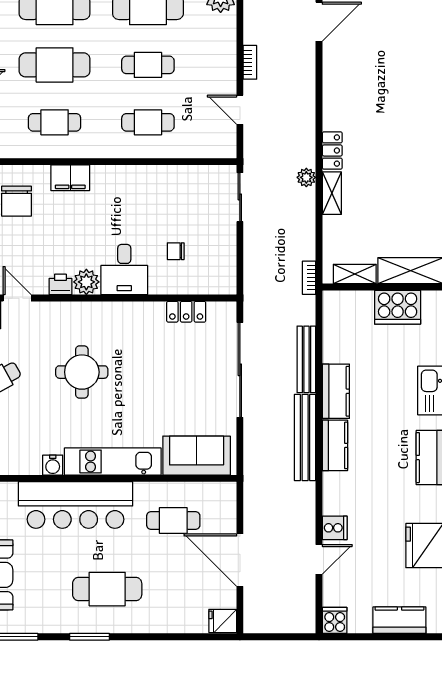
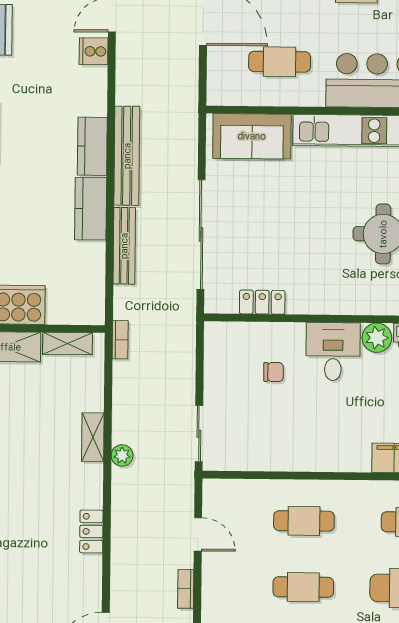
locker: (332, 150) -> (91, 531), moved

